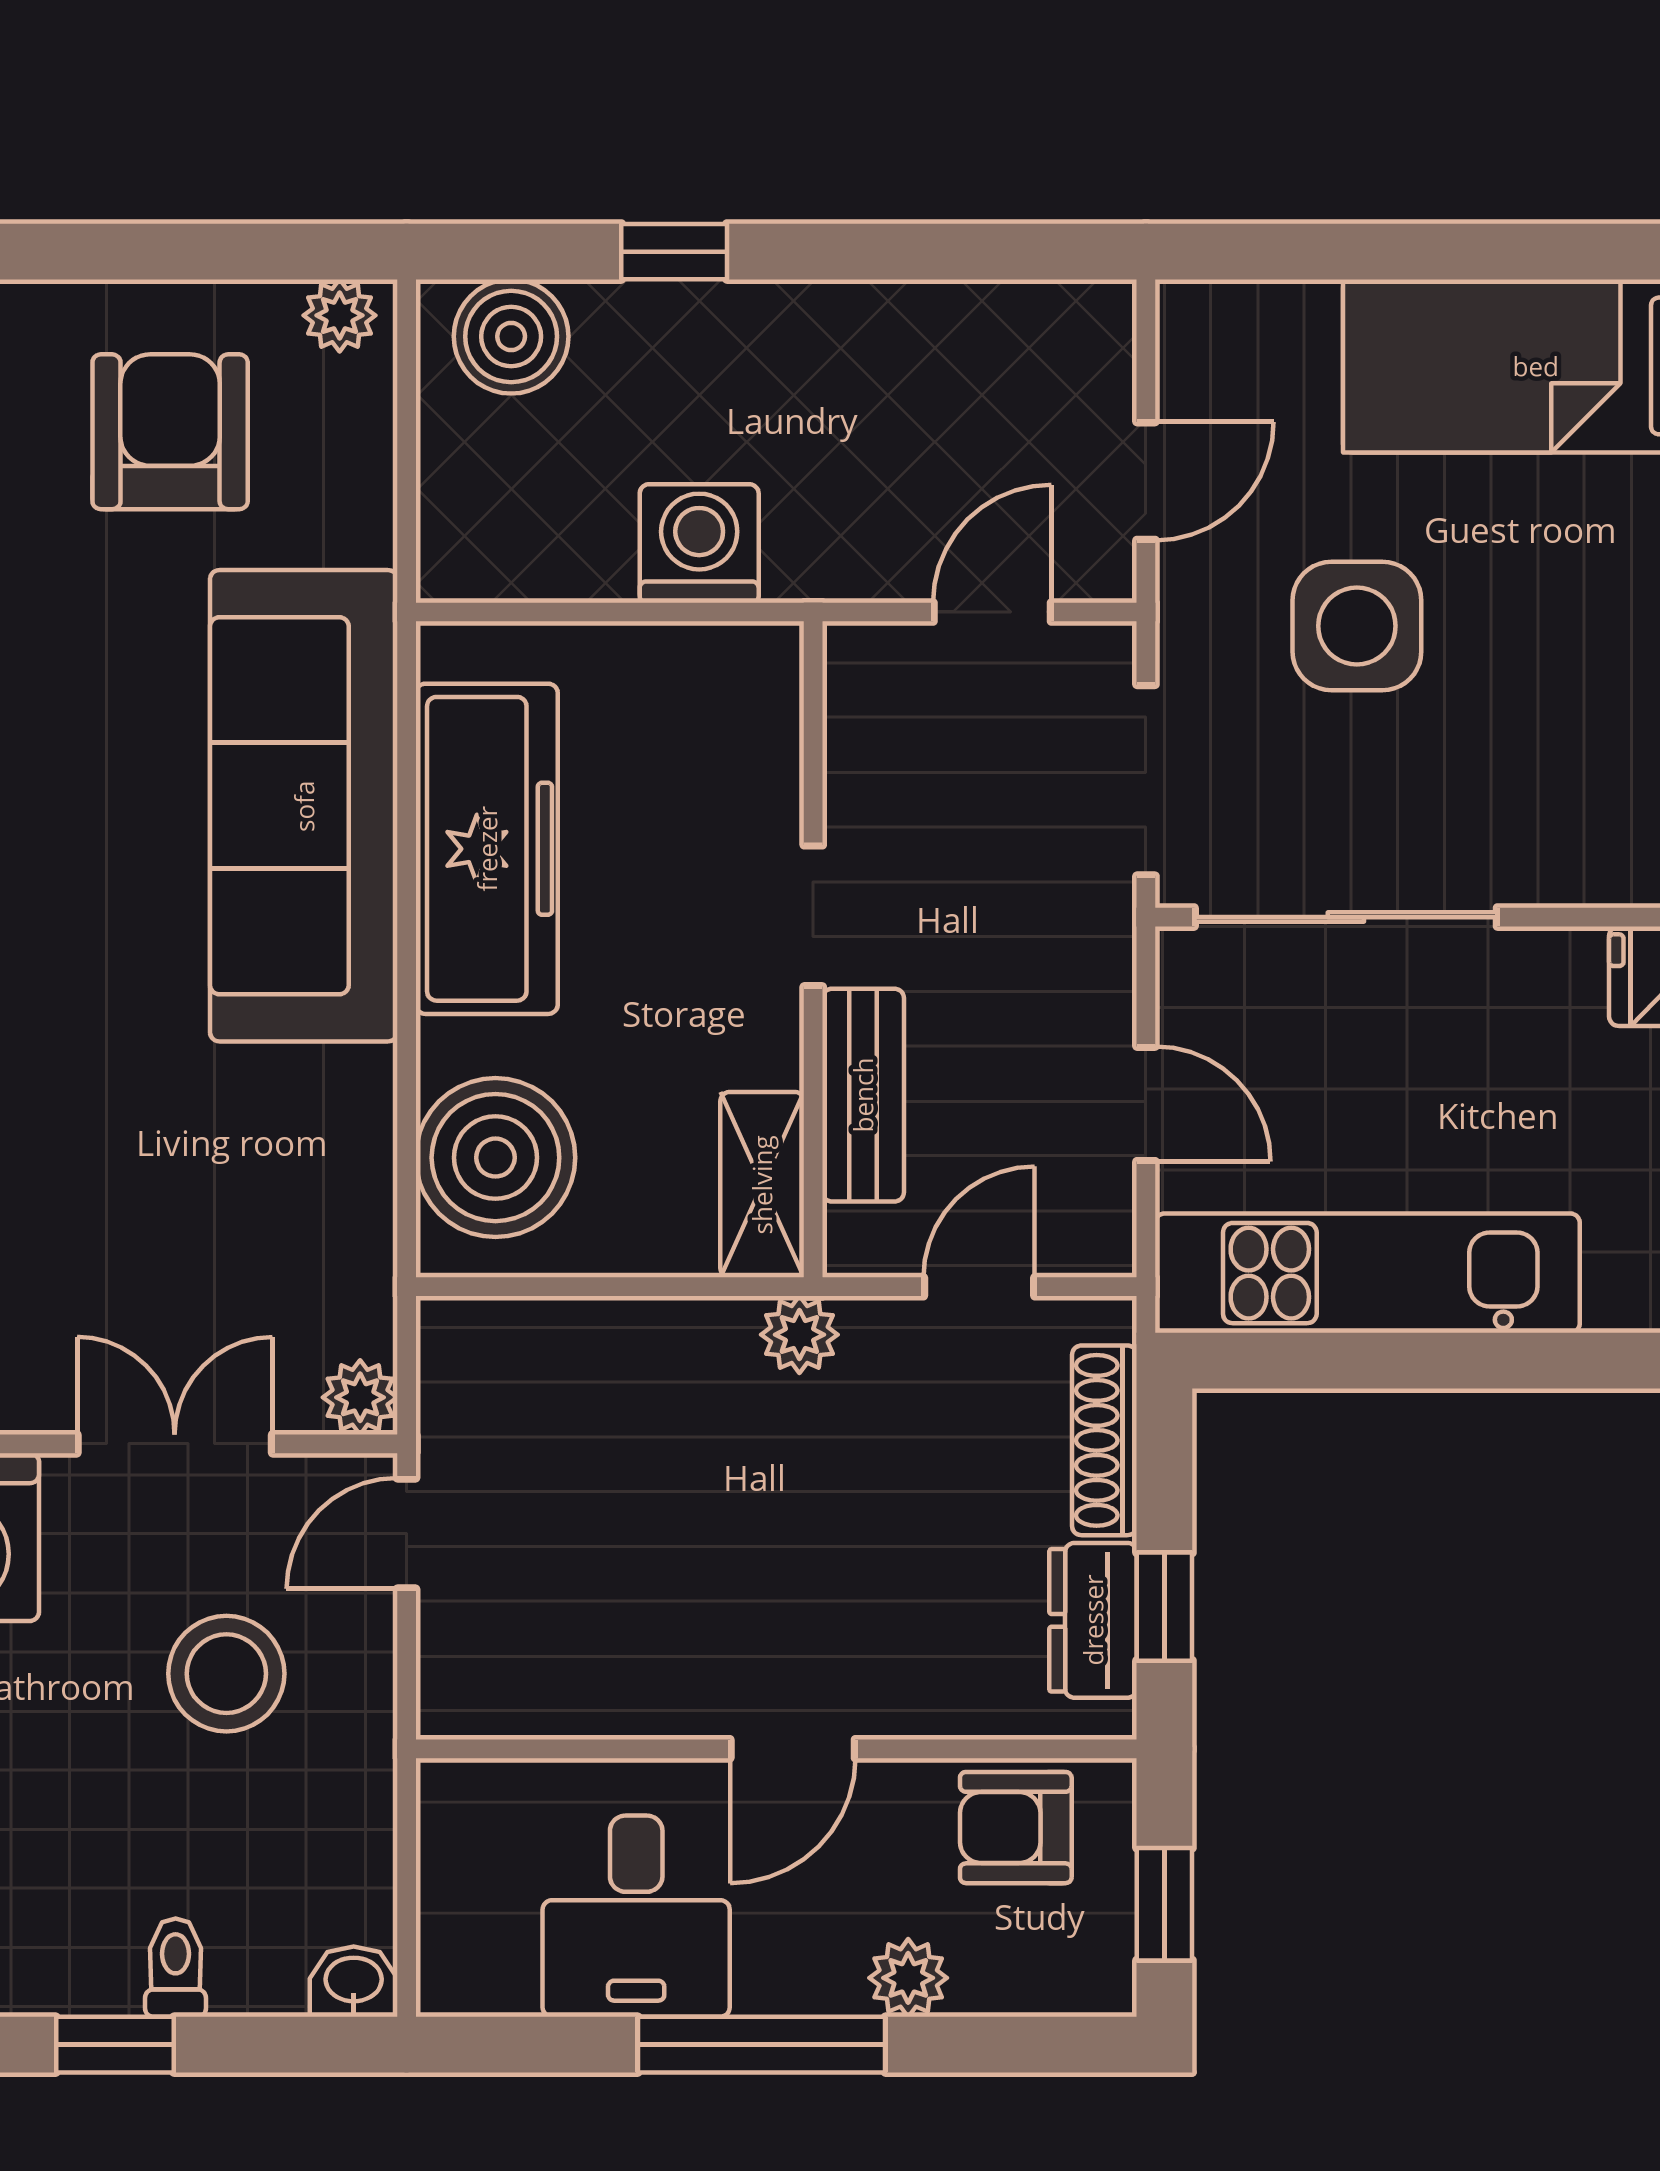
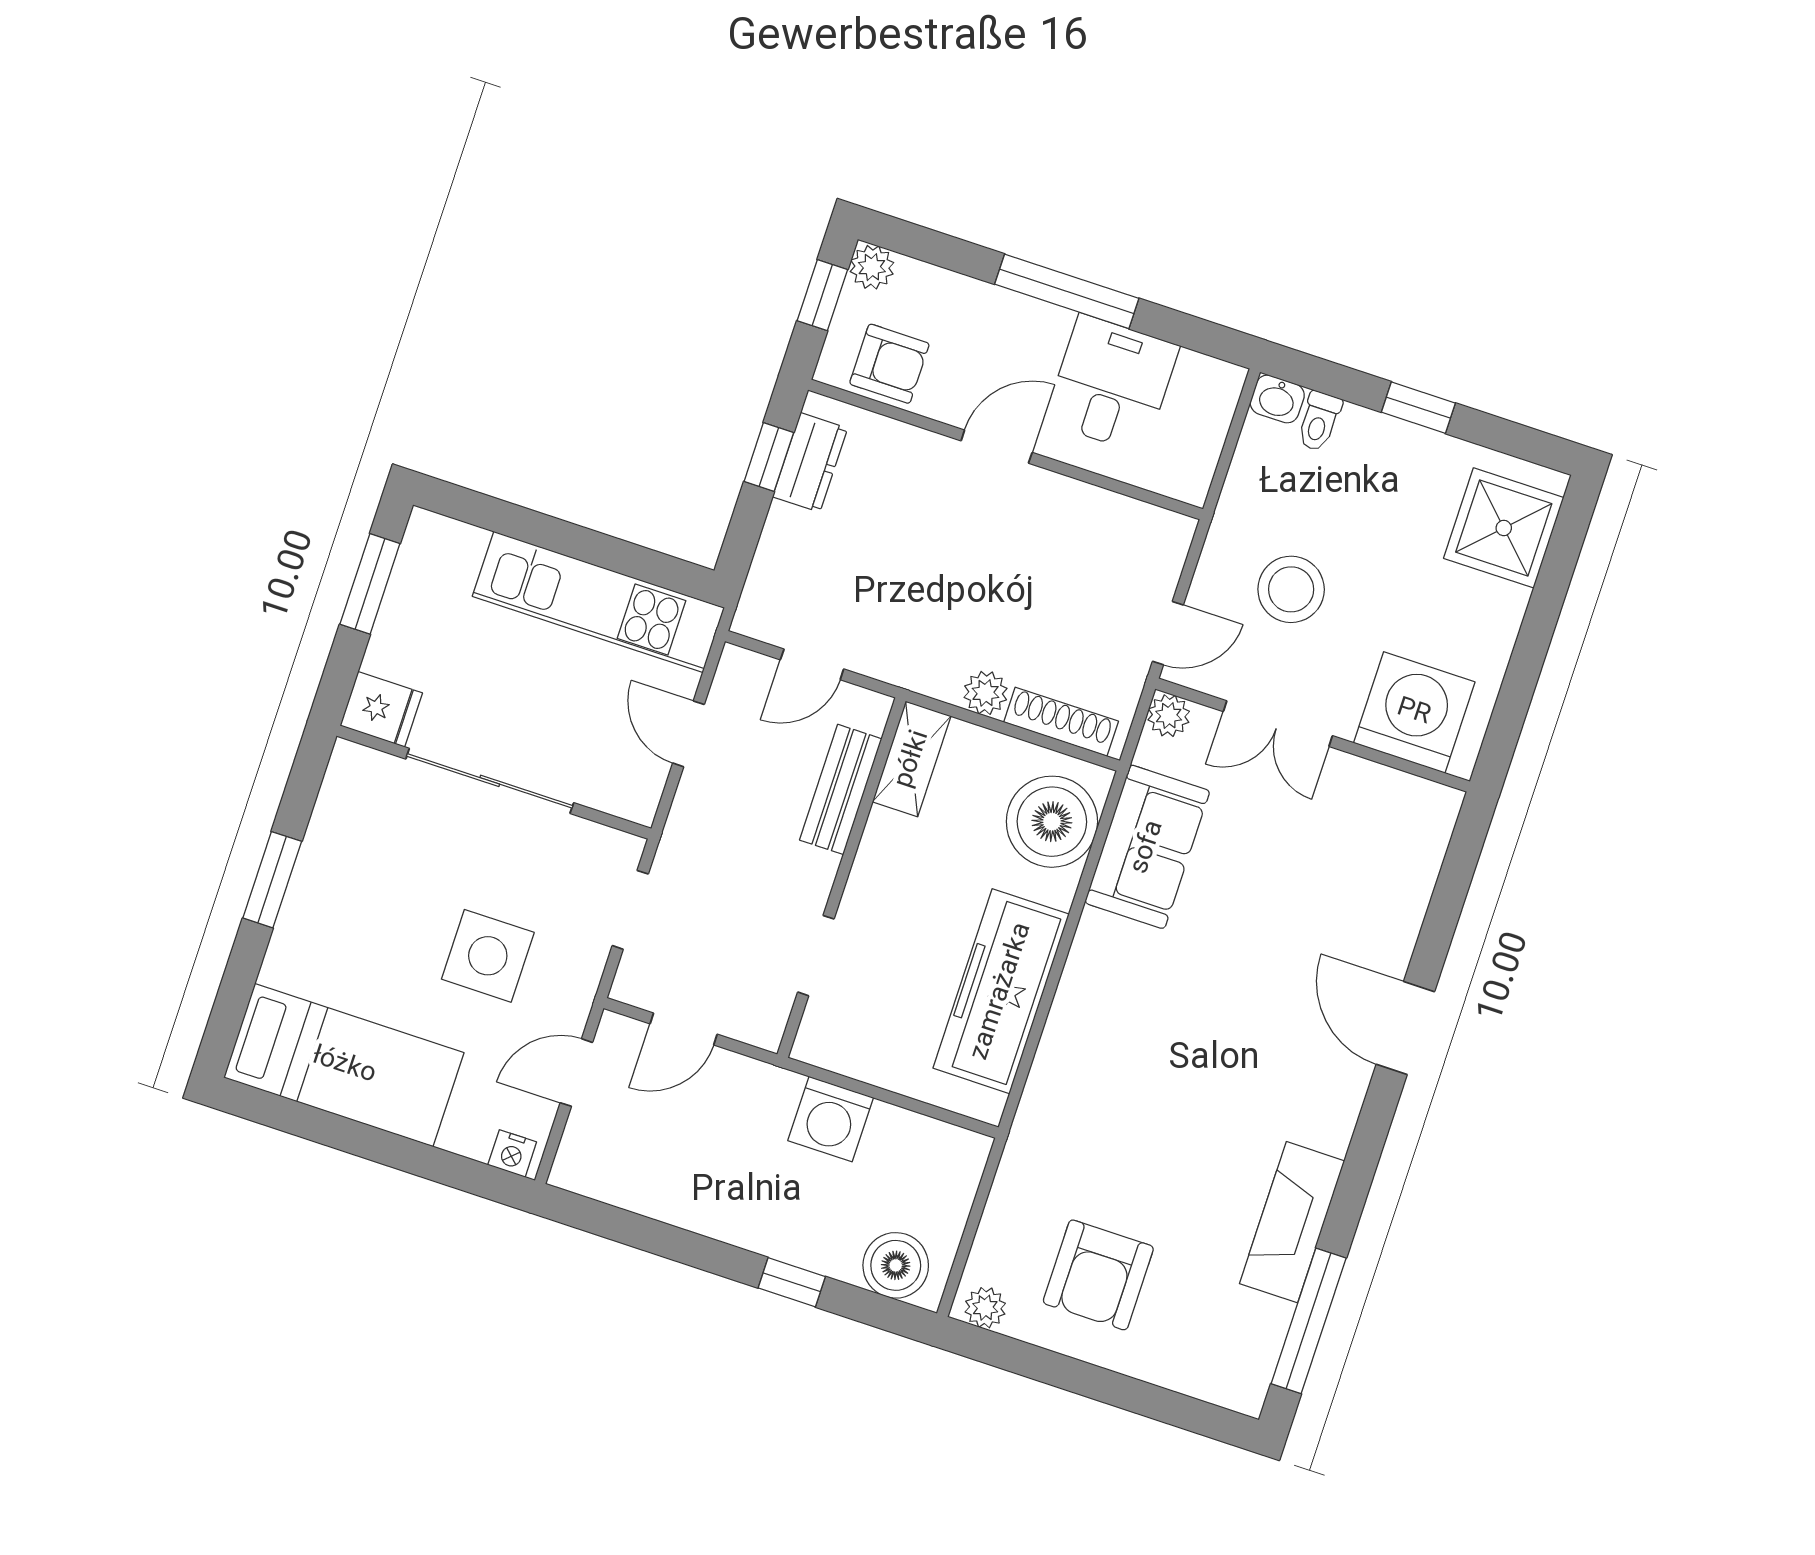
nightstand: (1208, 312) -> (512, 1153), added
doorway: (1146, 780) -> (630, 910), width x0.73
sofa: (304, 806) -> (1147, 847), moved, width x0.54, depth x0.79
doorway: (813, 916) -> (816, 956), moved
sliding door: (1346, 917) -> (490, 781), moved
plant: (799, 1335) -> (986, 693), moved
shoe rack: (1104, 1440) -> (1061, 722), moved, turned -90
toilet: (176, 1968) -> (1319, 421), moved
plant: (908, 1978) -> (872, 267), moved

